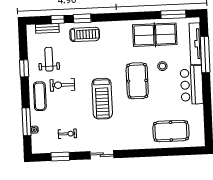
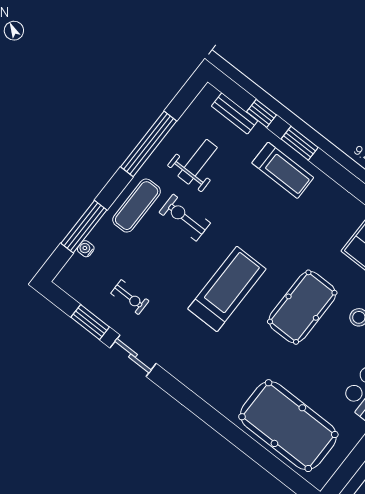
window: (24, 68) -> (149, 144), width x2.11
treadmill: (102, 99) -> (227, 289), turned 180
pool table: (171, 131) -> (288, 426), width x1.36, depth x1.32
sliding door: (102, 155) -> (133, 356), moved

